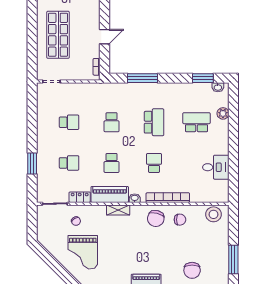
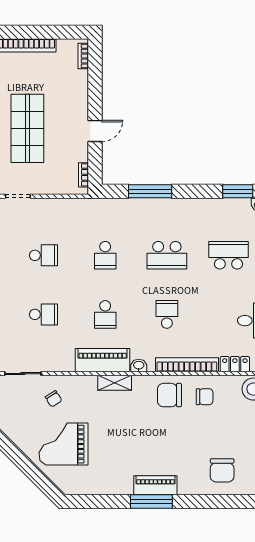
school desk: (154, 122) -> (167, 255), turned 90
locker: (80, 197) -> (235, 364), moved
chair: (156, 218) -> (169, 395), turned 76
grand piano: (83, 252) -> (63, 444), turned 90

